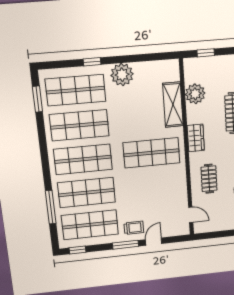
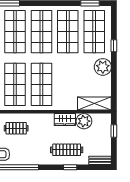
shelving: (173, 105) -> (94, 104), moved
wardrobe: (196, 138) -> (65, 120), moved
shop shelf: (154, 186) -> (15, 84), added

